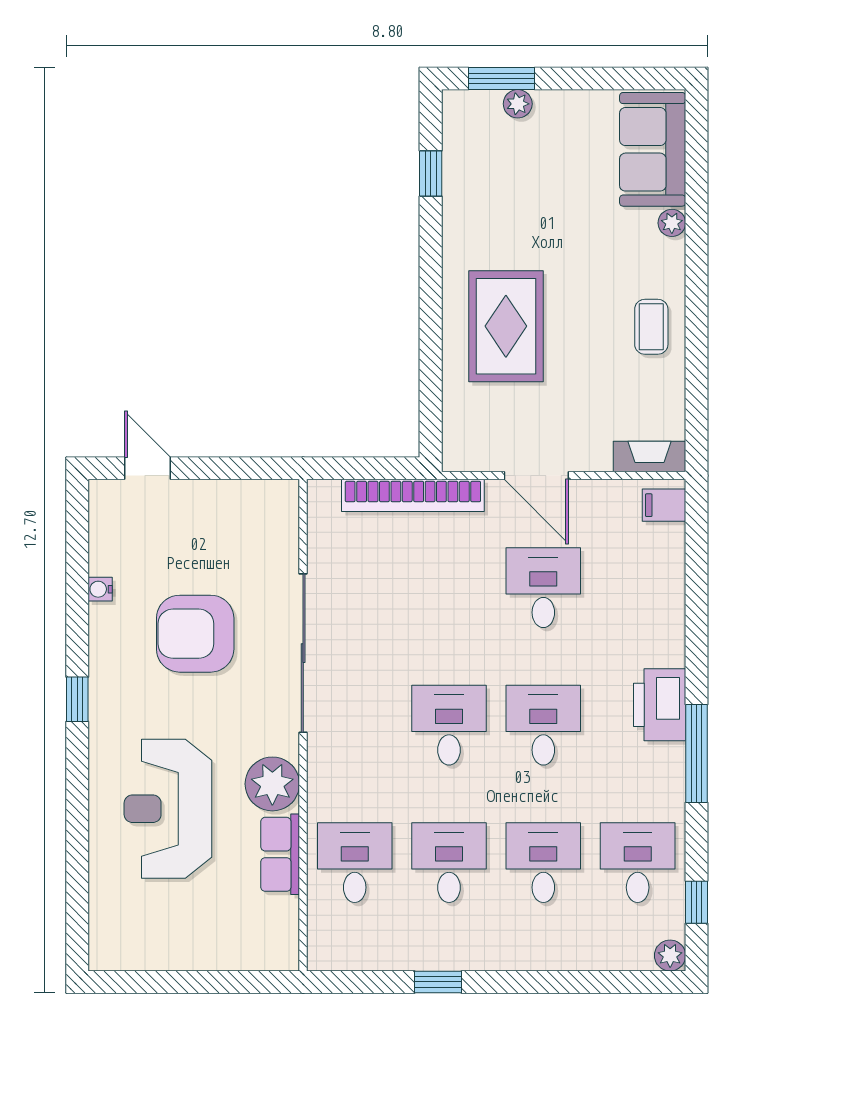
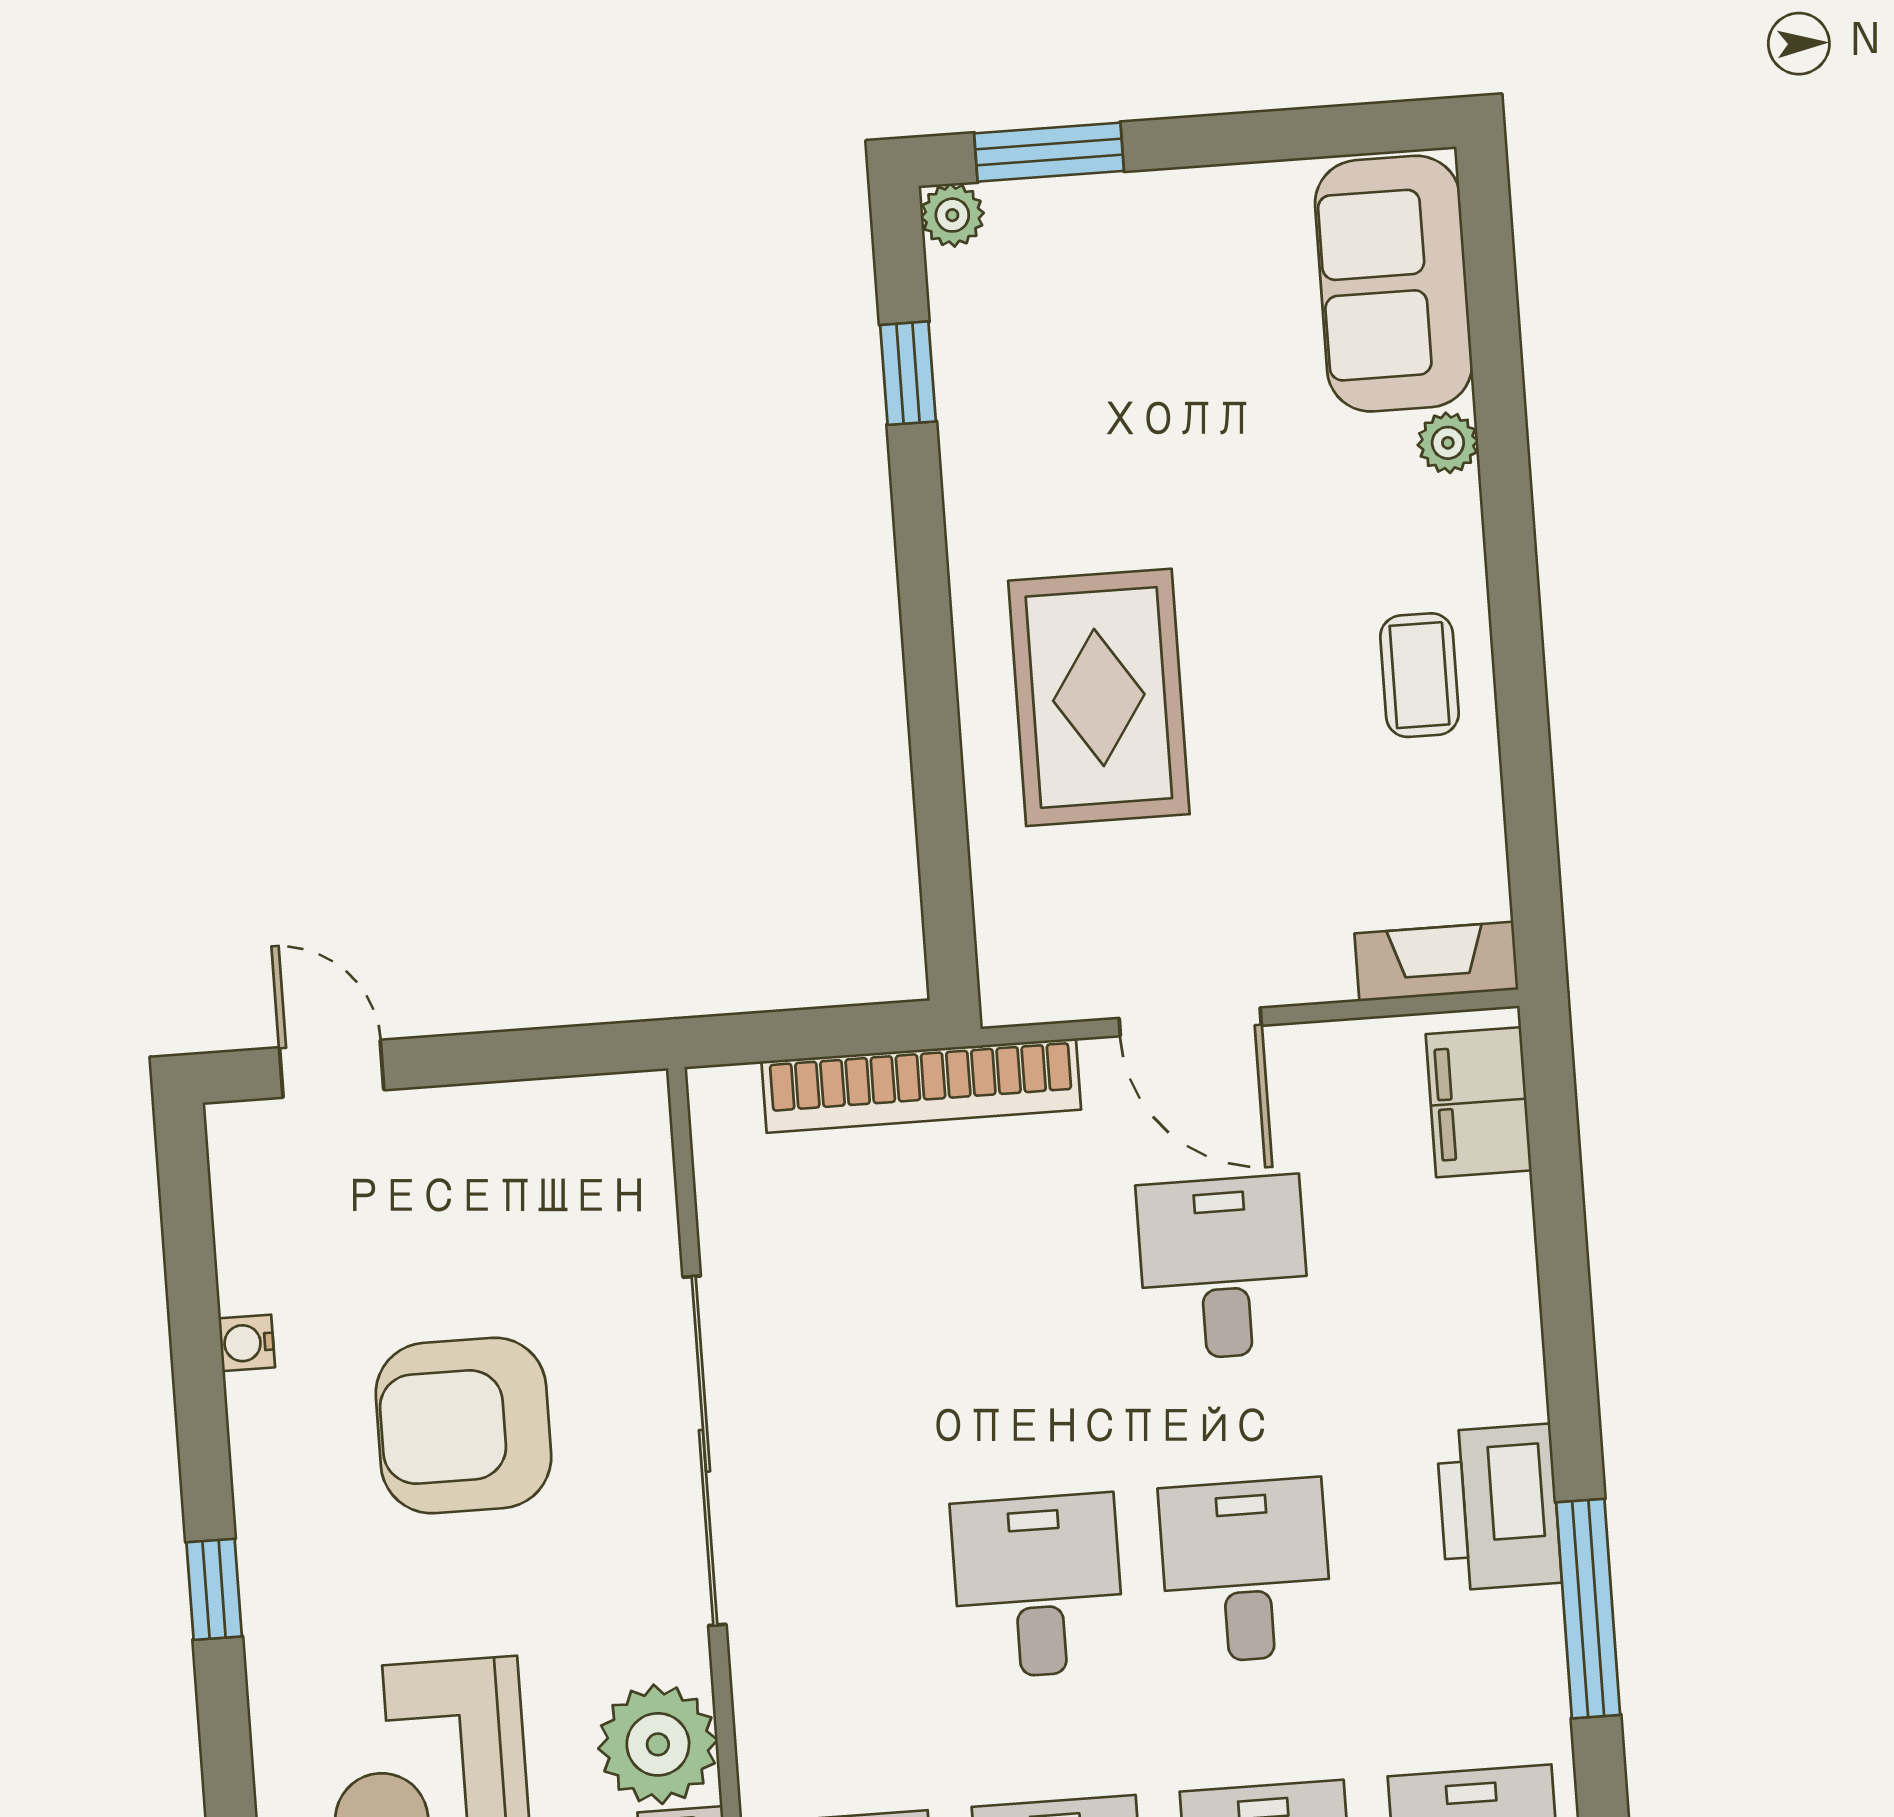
plant: (518, 104) -> (952, 215), moved
filing cabinet: (664, 505) -> (1479, 1102), width x2.00

